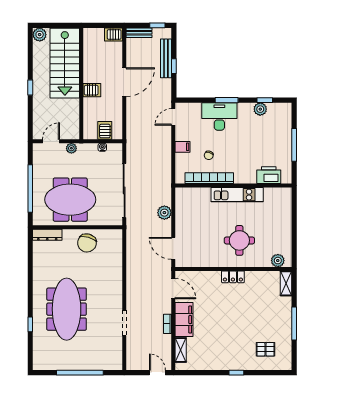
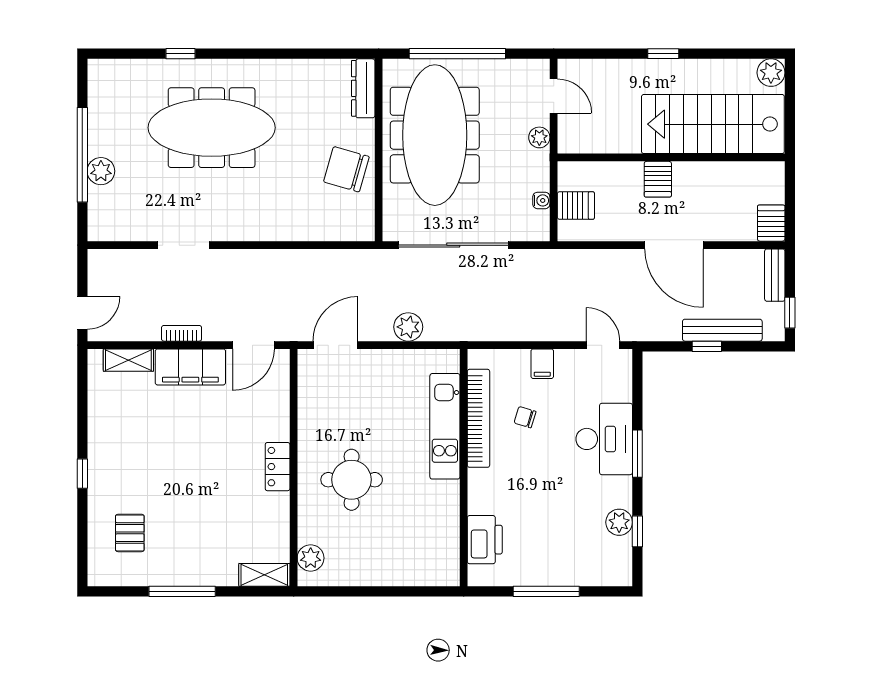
kitchen unit: (237, 195) -> (445, 426), moved
meeting table: (70, 200) -> (435, 135), width x1.36
plant: (88, 363) -> (101, 171), added

